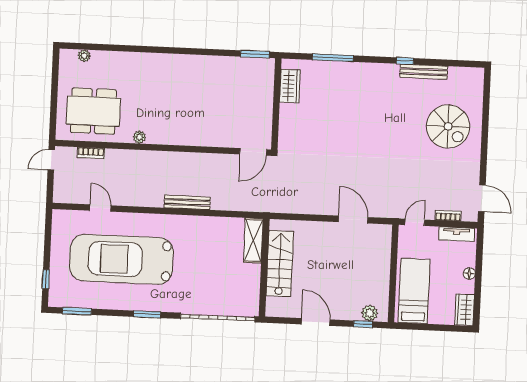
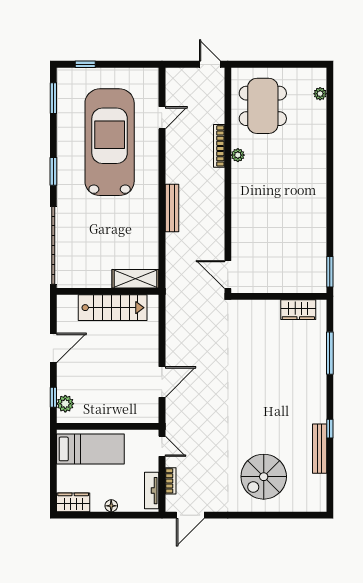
bookcase: (91, 153) -> (219, 146), moved, width x1.56

